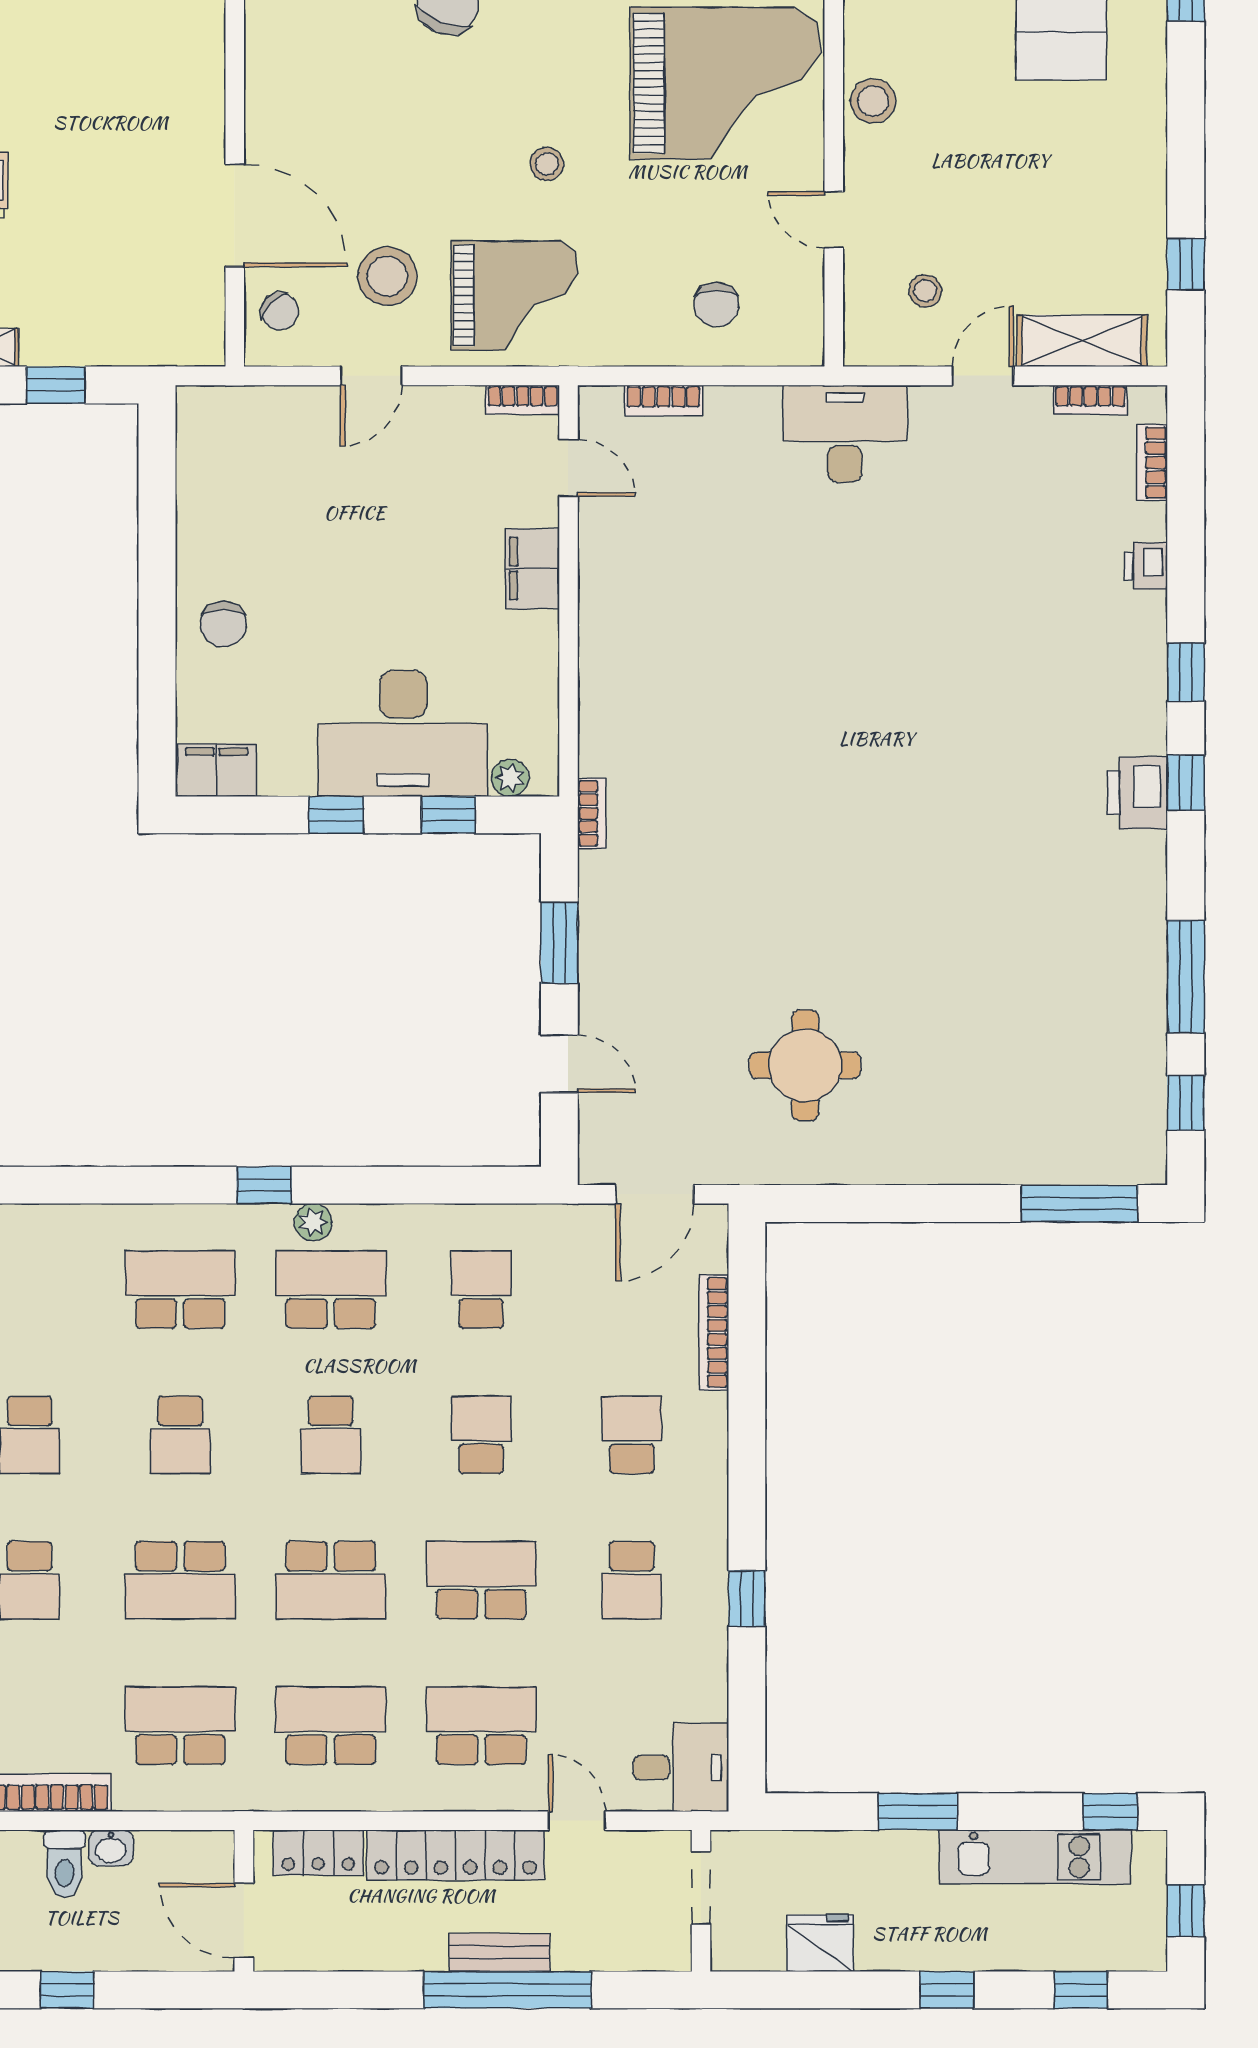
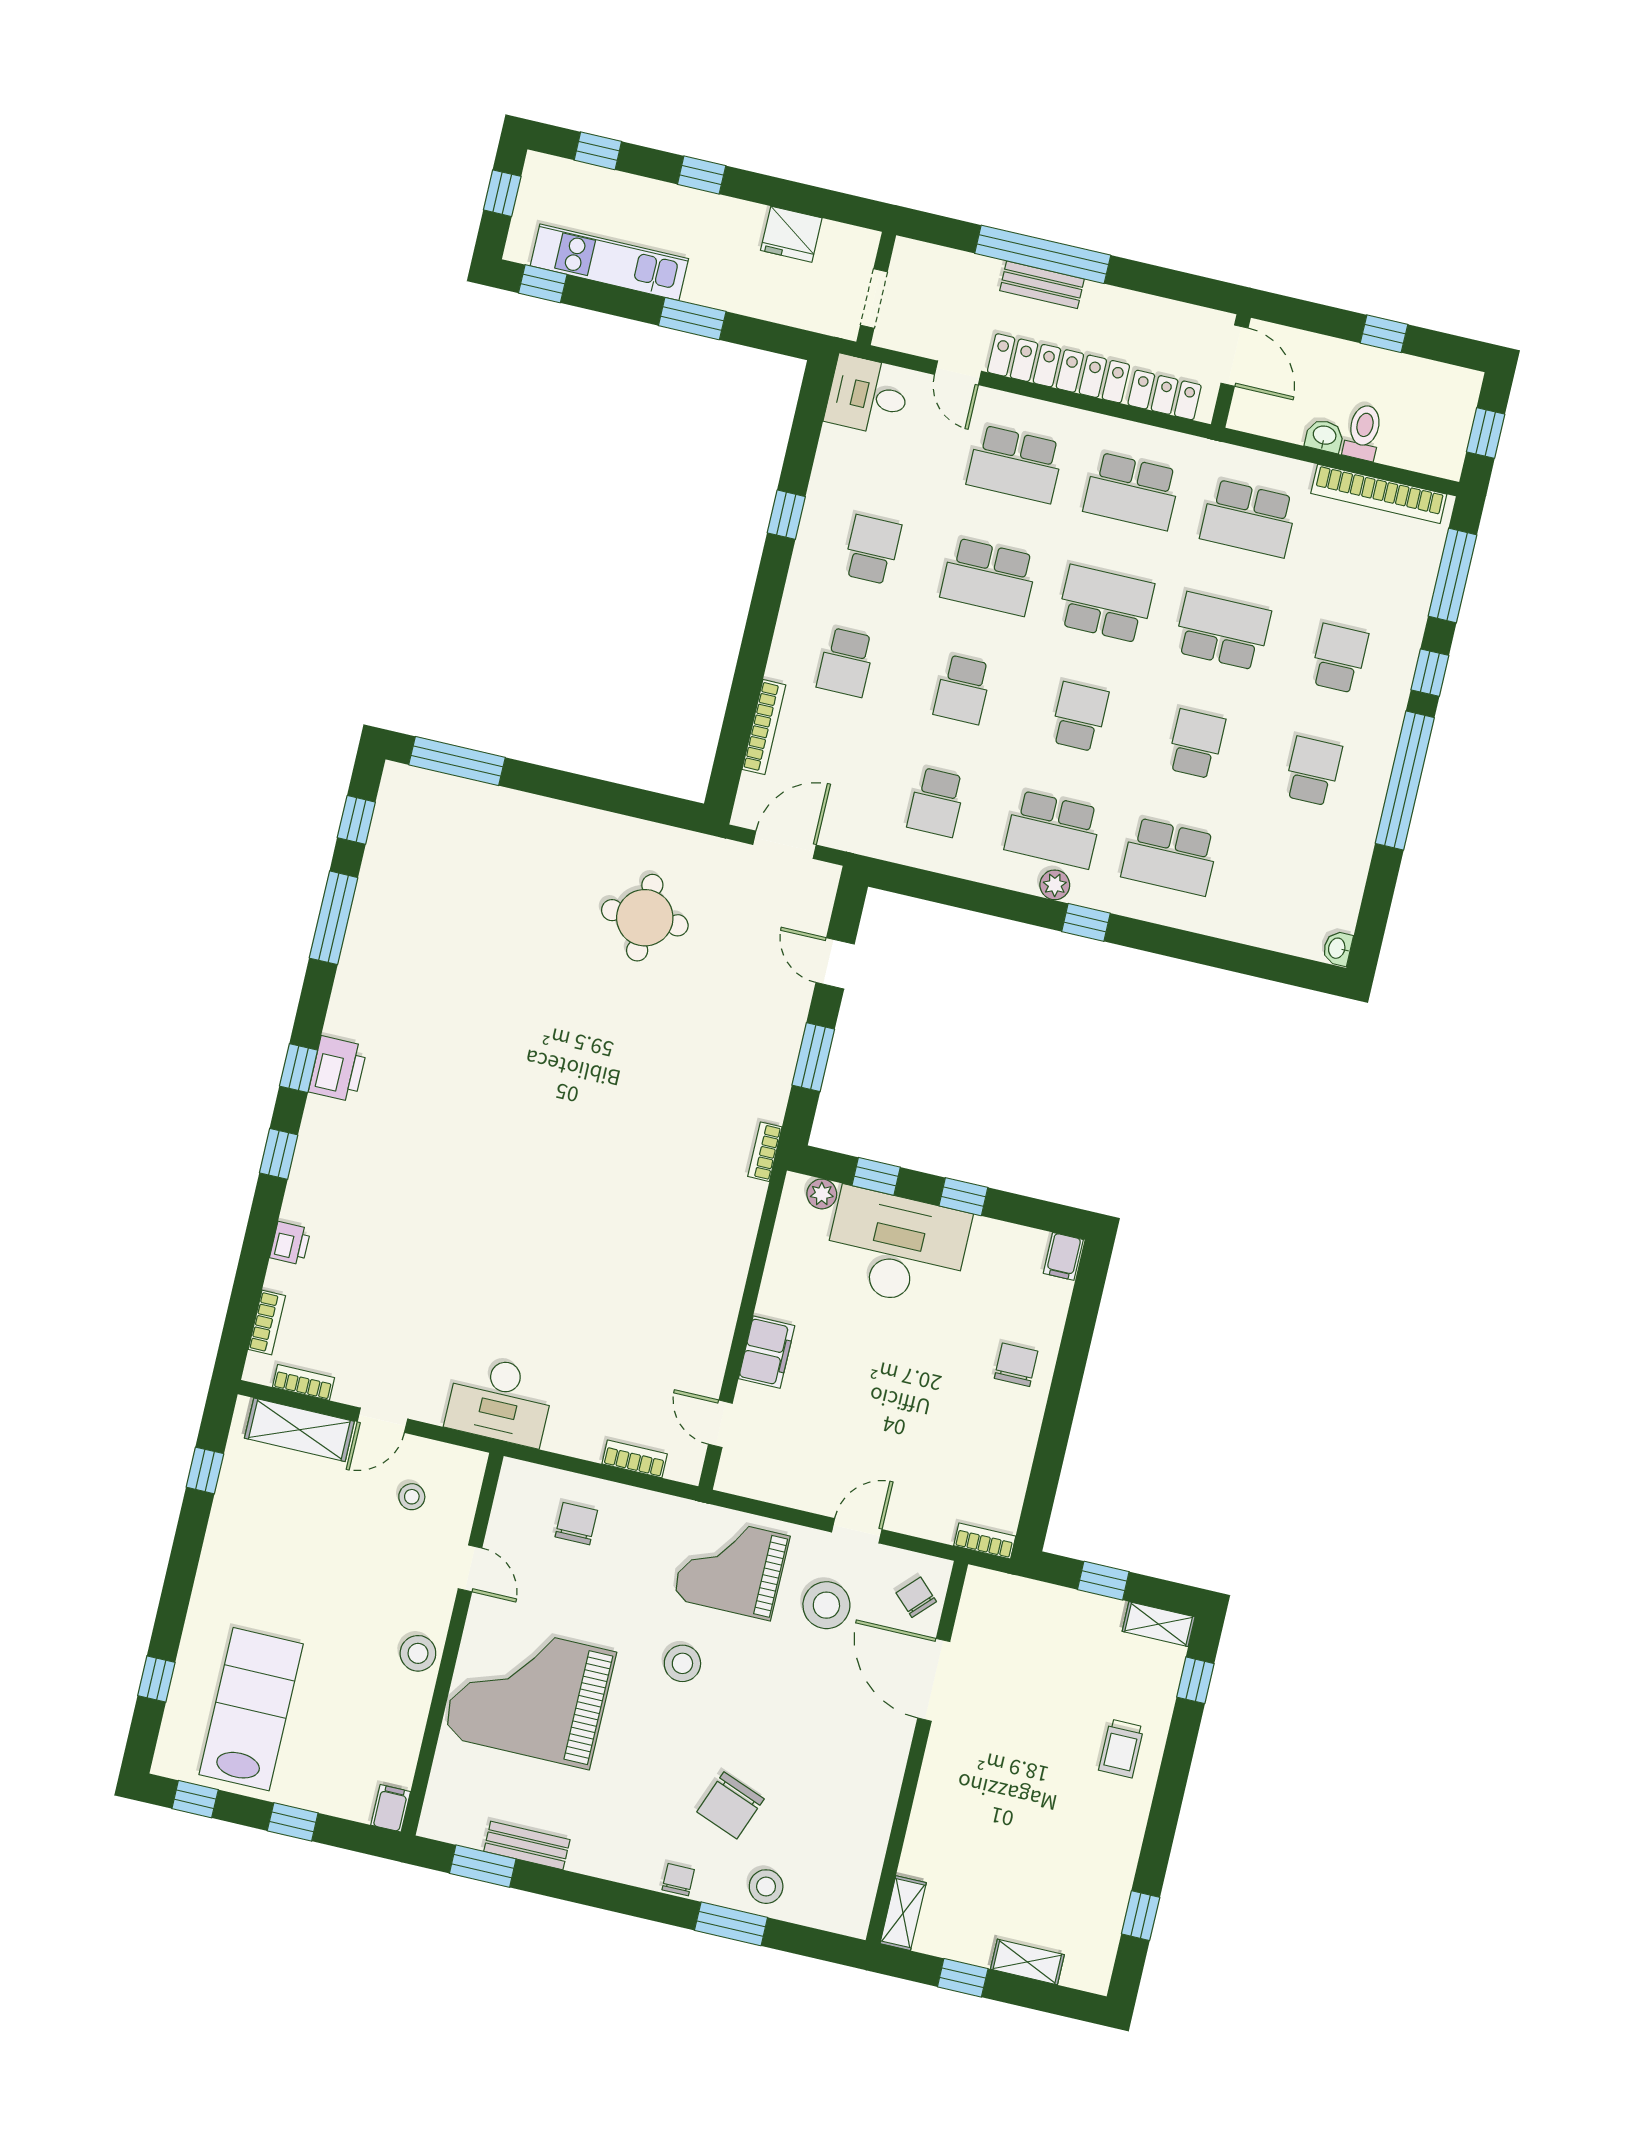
stool: (547, 164) -> (682, 1663), width x1.37, depth x1.37
bookcase: (523, 400) -> (985, 1541), moved
filing cabinet: (217, 770) -> (1063, 1256), width x0.50

